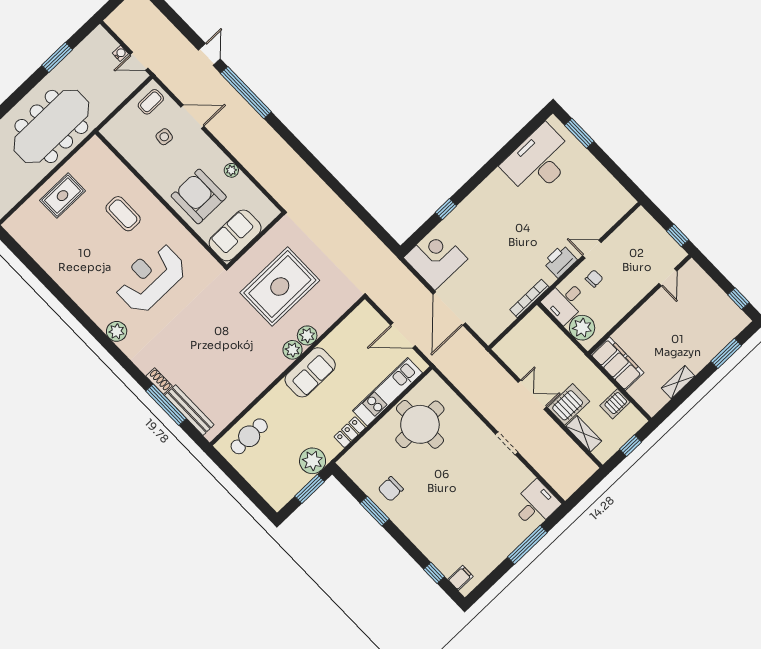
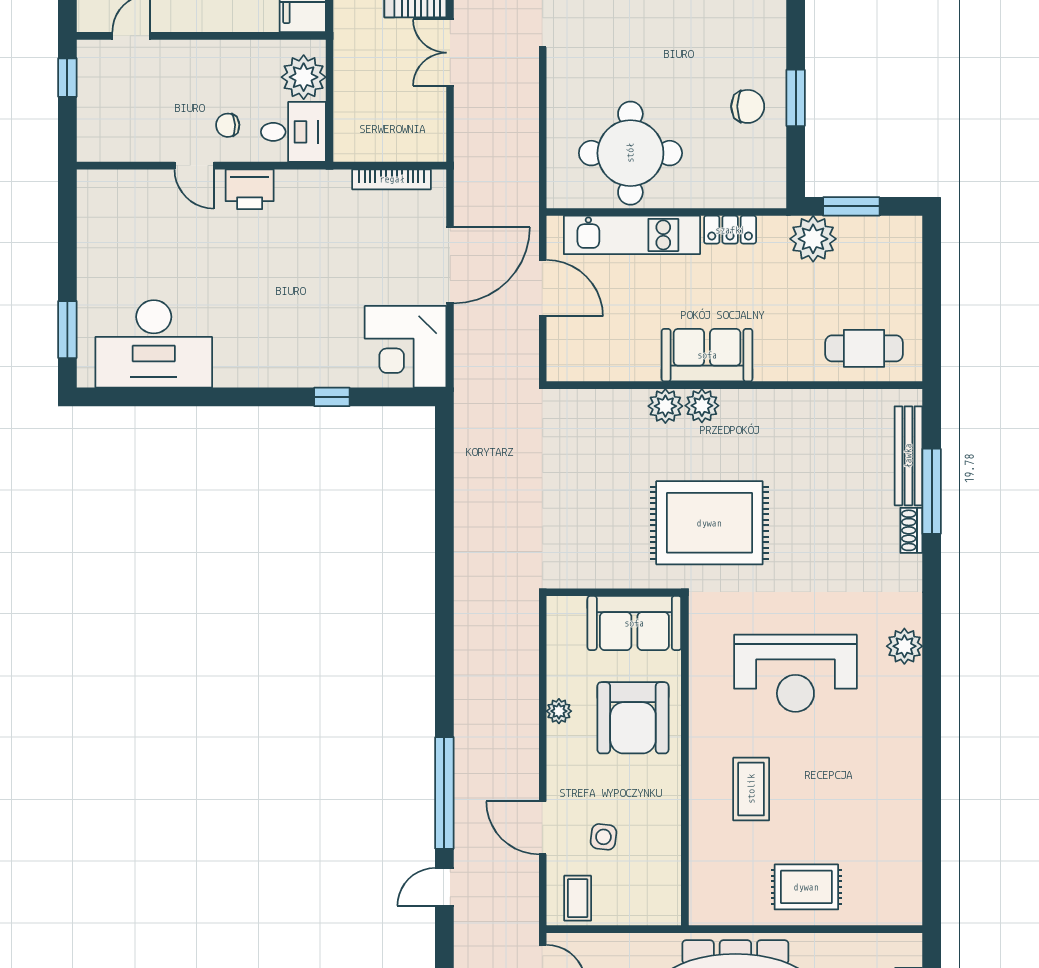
coffee table: (151, 102) -> (578, 898), turned 90
rug: (280, 287) -> (709, 523), moved
bookcase: (529, 298) -> (392, 179), moved

